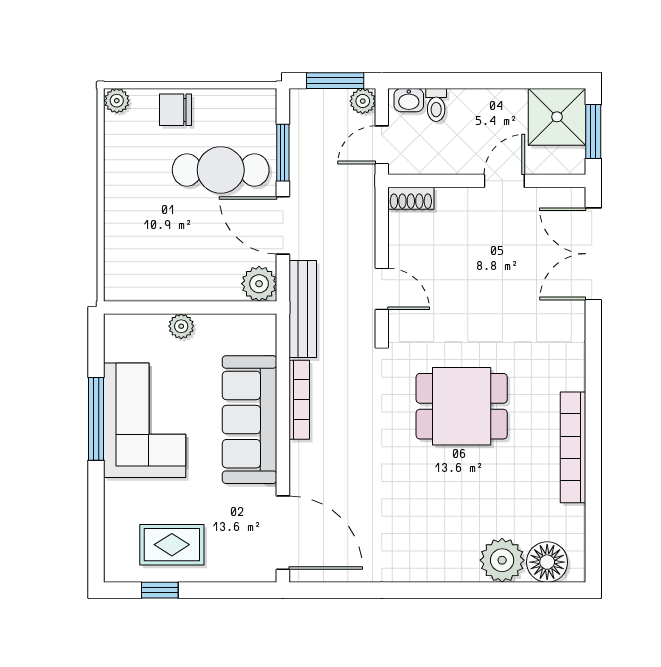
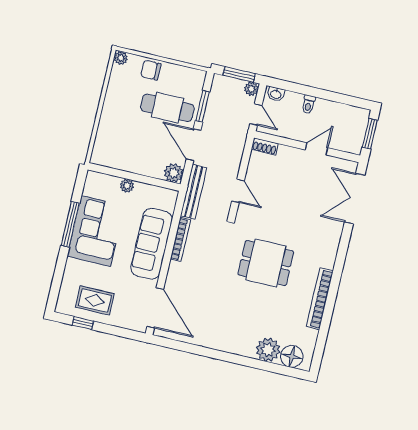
toilet: (436, 105) -> (308, 104), moved
shower: (557, 117) -> (352, 121), removed
door: (382, 145) -> (256, 114), swing flipped

